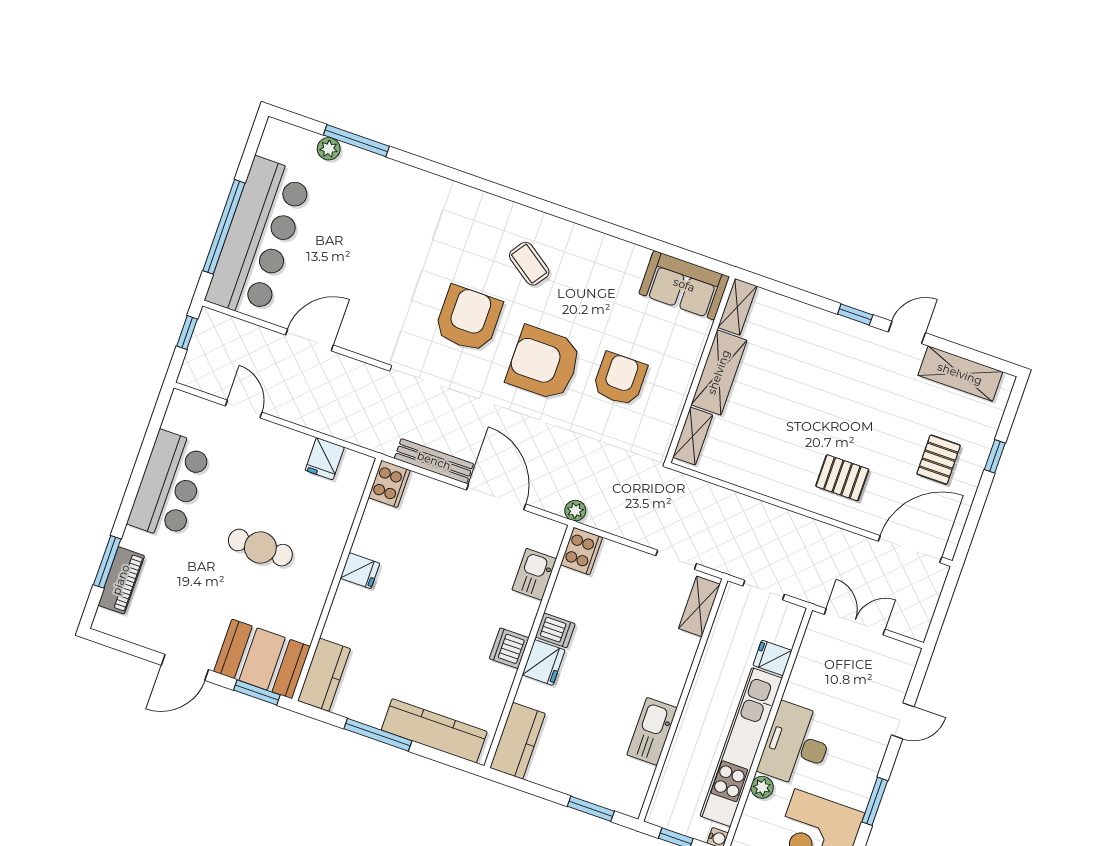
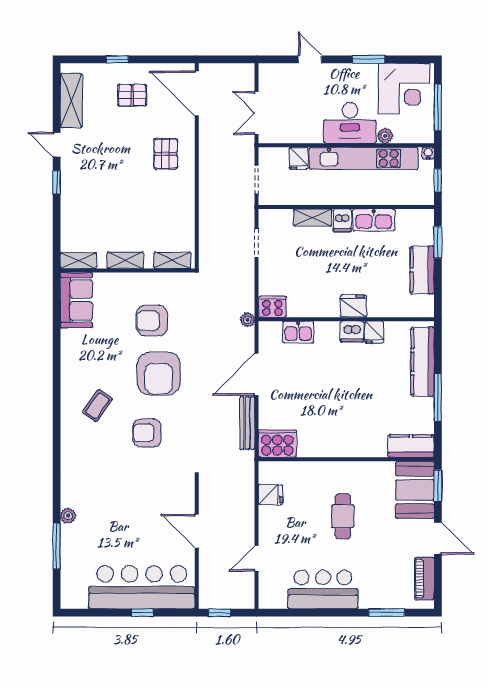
plant: (329, 149) -> (68, 516), moved
window: (224, 227) -> (143, 613), width x0.32
armchair: (468, 319) -> (147, 433), width x0.73, depth x0.73
shelving: (719, 372) -> (125, 260), width x0.67, depth x0.75
cooker: (389, 484) -> (277, 443), width x1.37, depth x1.31
fridge: (360, 571) -> (374, 332), moved, turned 180
piano: (121, 580) -> (425, 579), moved, turned -90
shelving: (699, 606) -> (312, 217), moved
dishwasher: (555, 630) -> (342, 220), moved, turned 180
kitchen counter: (518, 741) -> (422, 270), moved, turned -90

